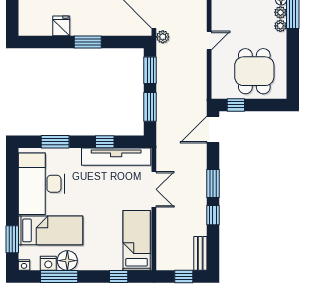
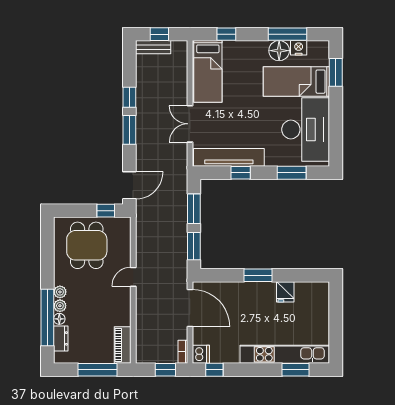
plant: (163, 37) -> (181, 281), removed
bench: (200, 253) -> (153, 47), moved, turned 90
nightstand: (24, 265) -> (324, 46), removed

